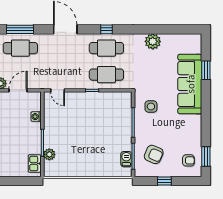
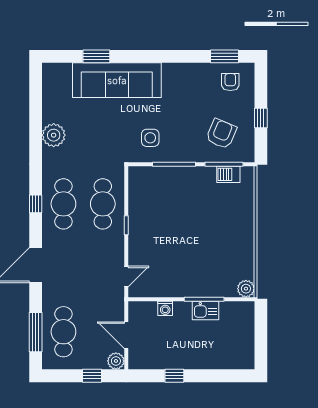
plant: (49, 154) -> (246, 289), moved
kitchen sink: (35, 164) -> (206, 311), moved

